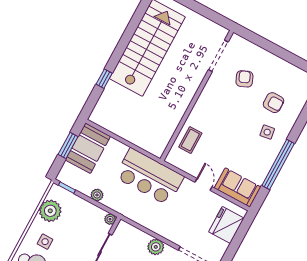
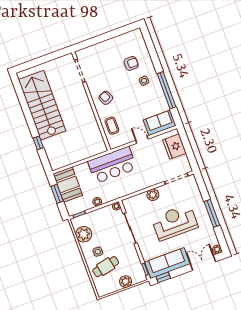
armchair: (244, 79) -> (106, 98), moved

